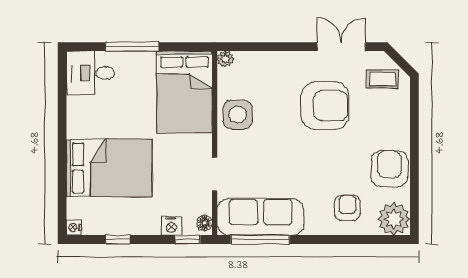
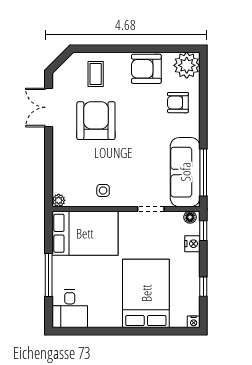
coffee table: (383, 79) -> (96, 74), moved
side table: (238, 115) -> (103, 190), width x0.54, depth x0.54

